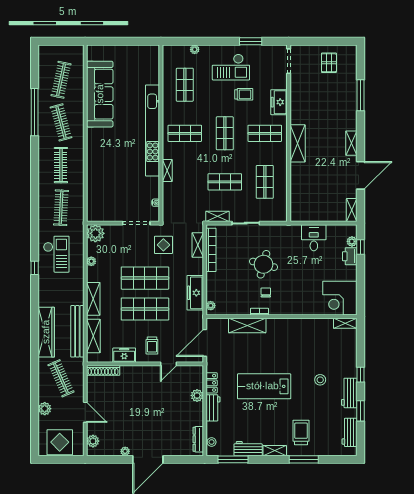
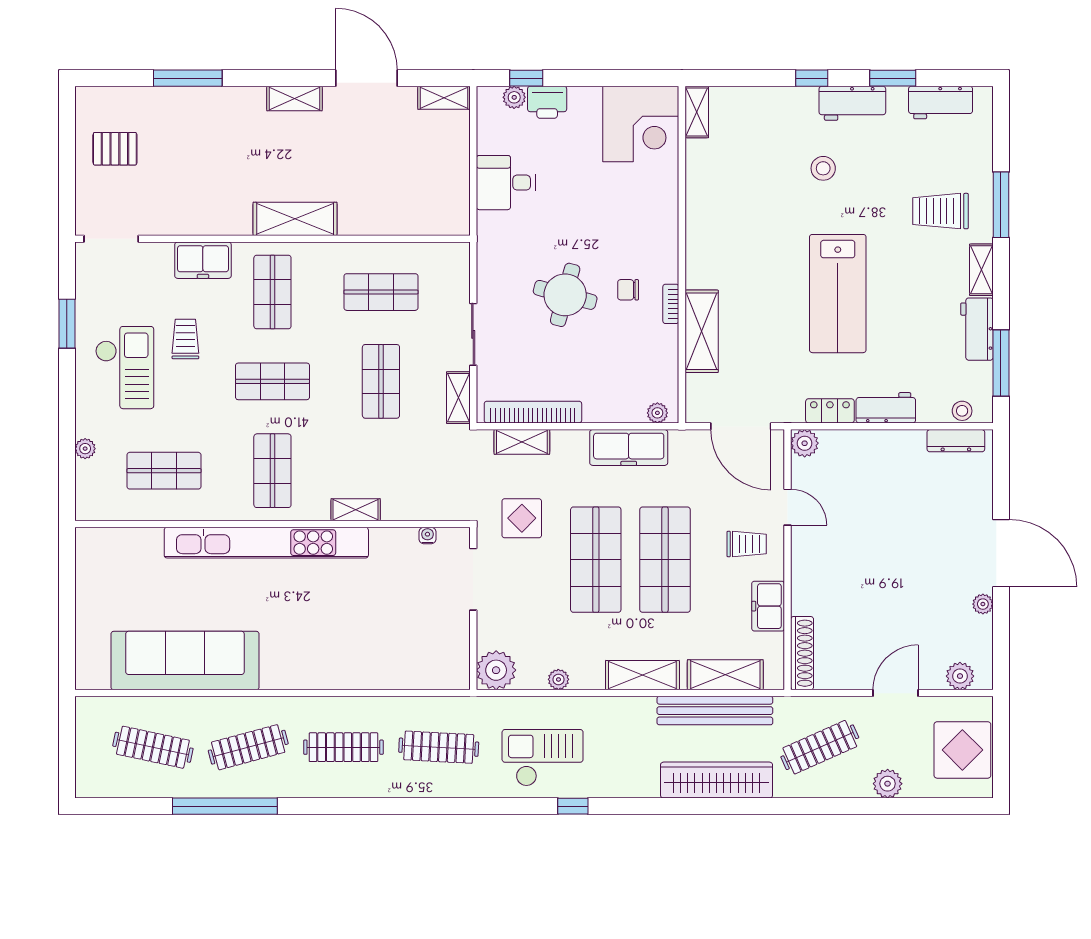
plant: (197, 395) -> (805, 443), moved

